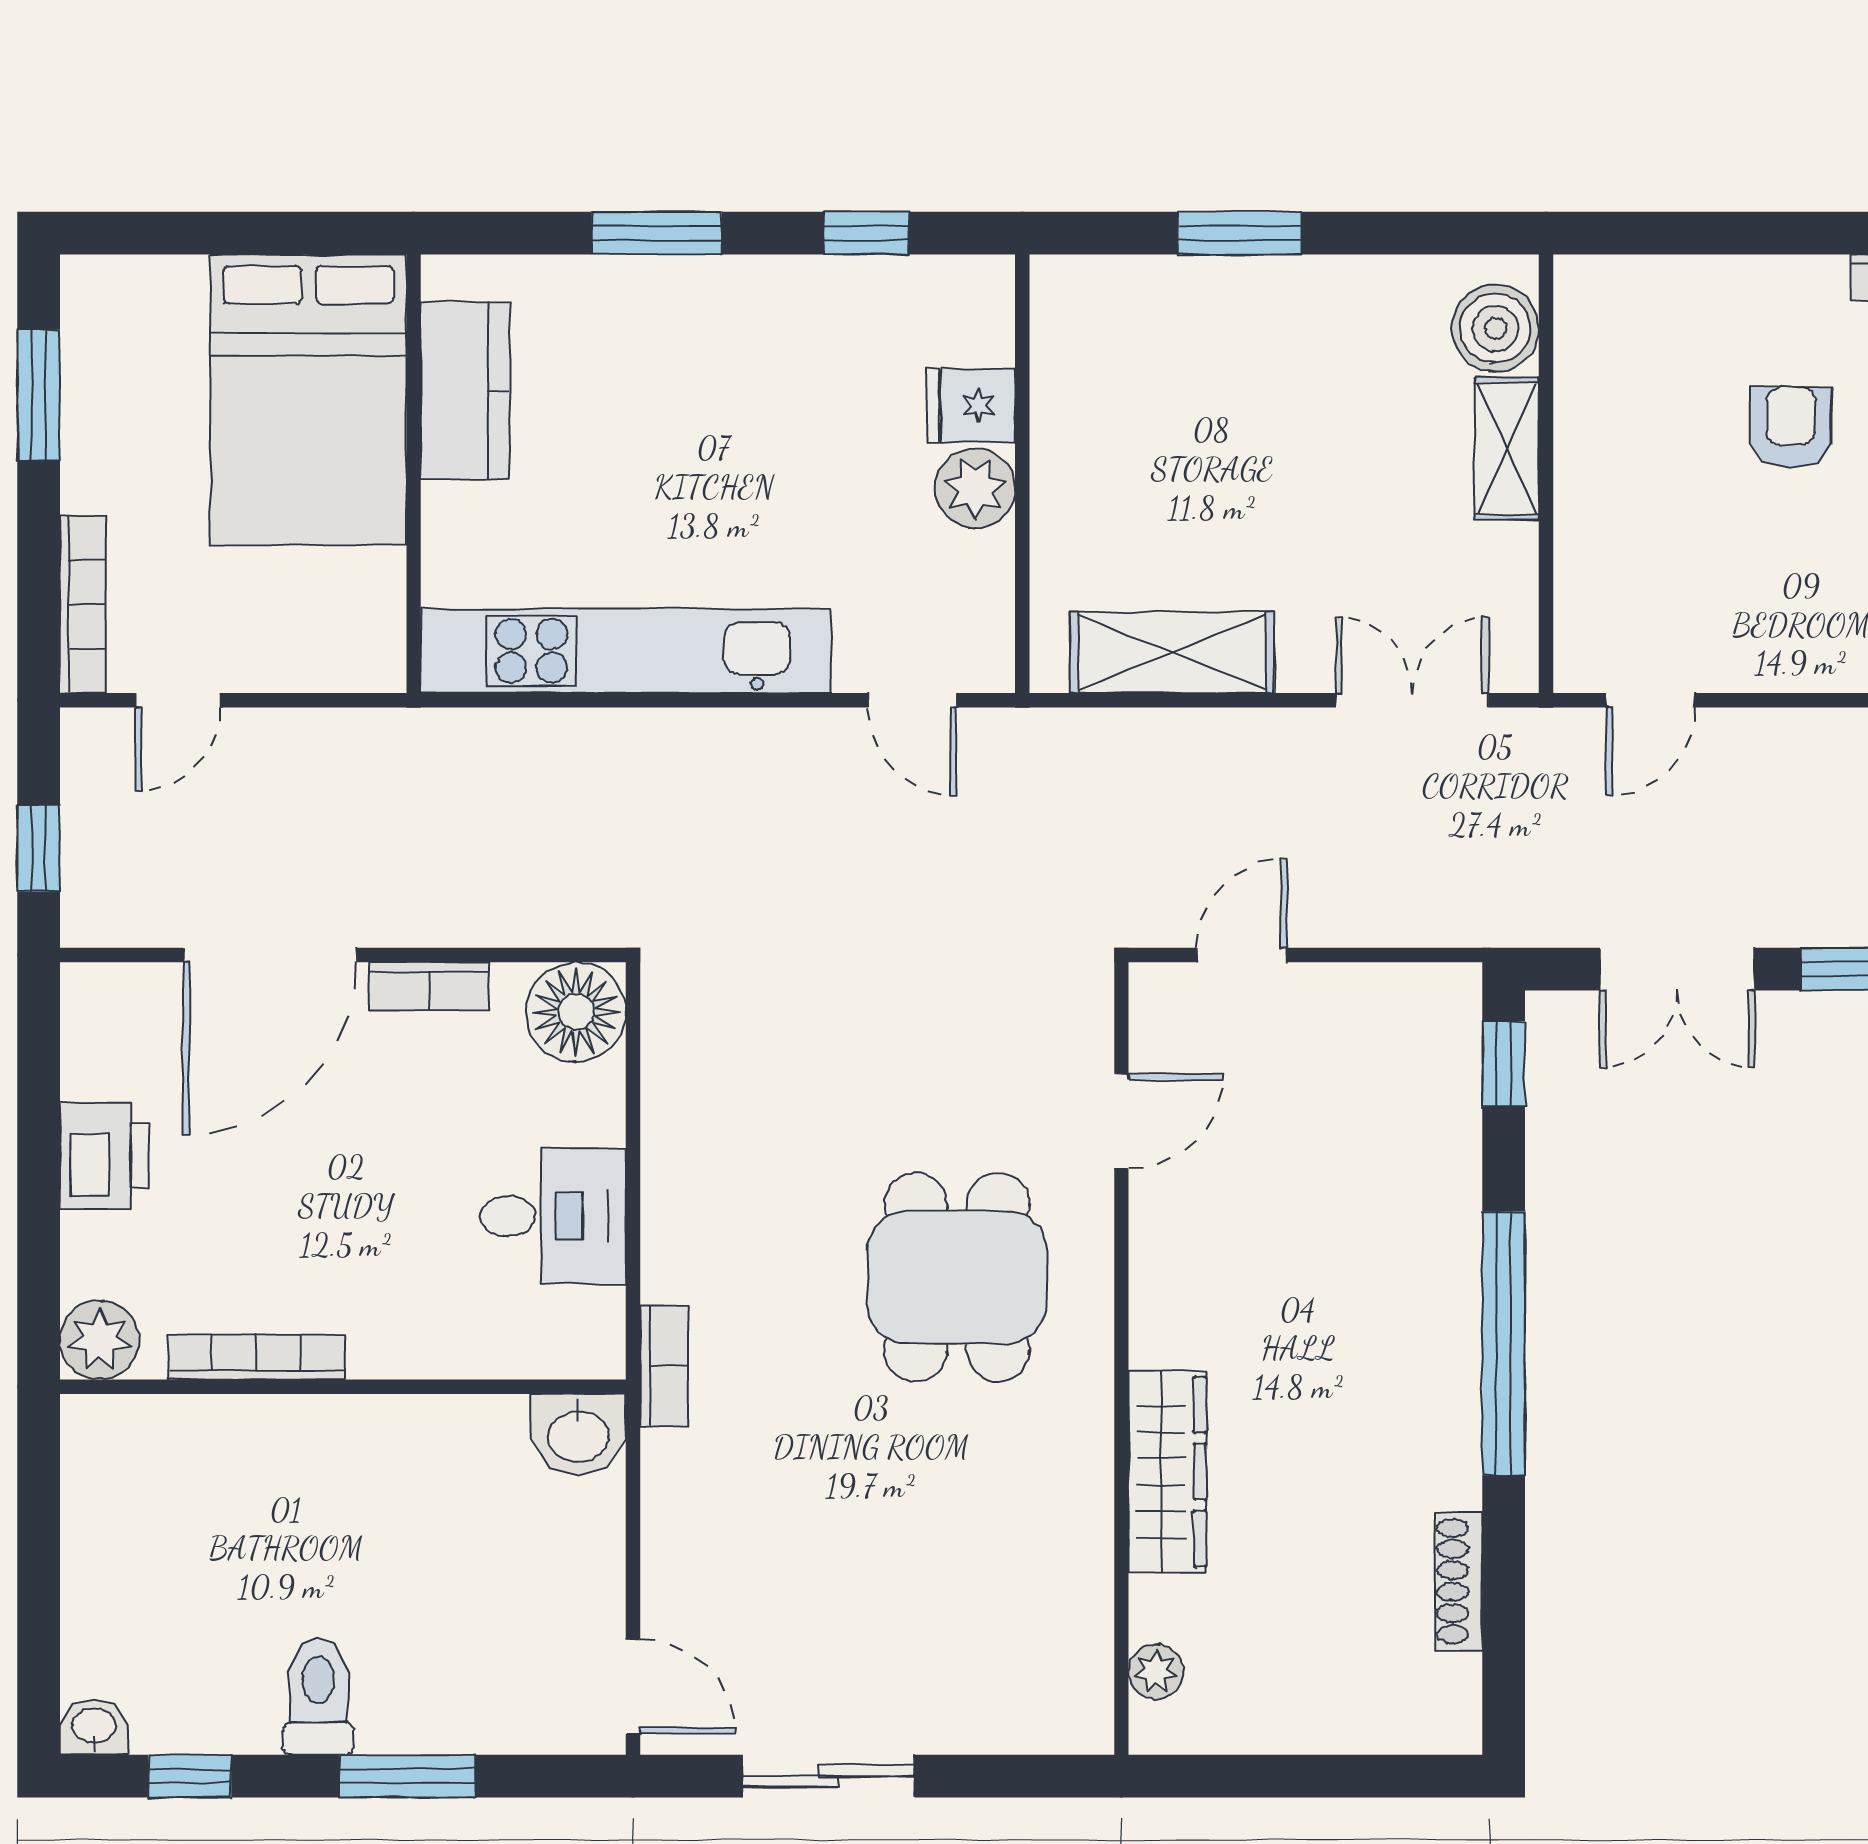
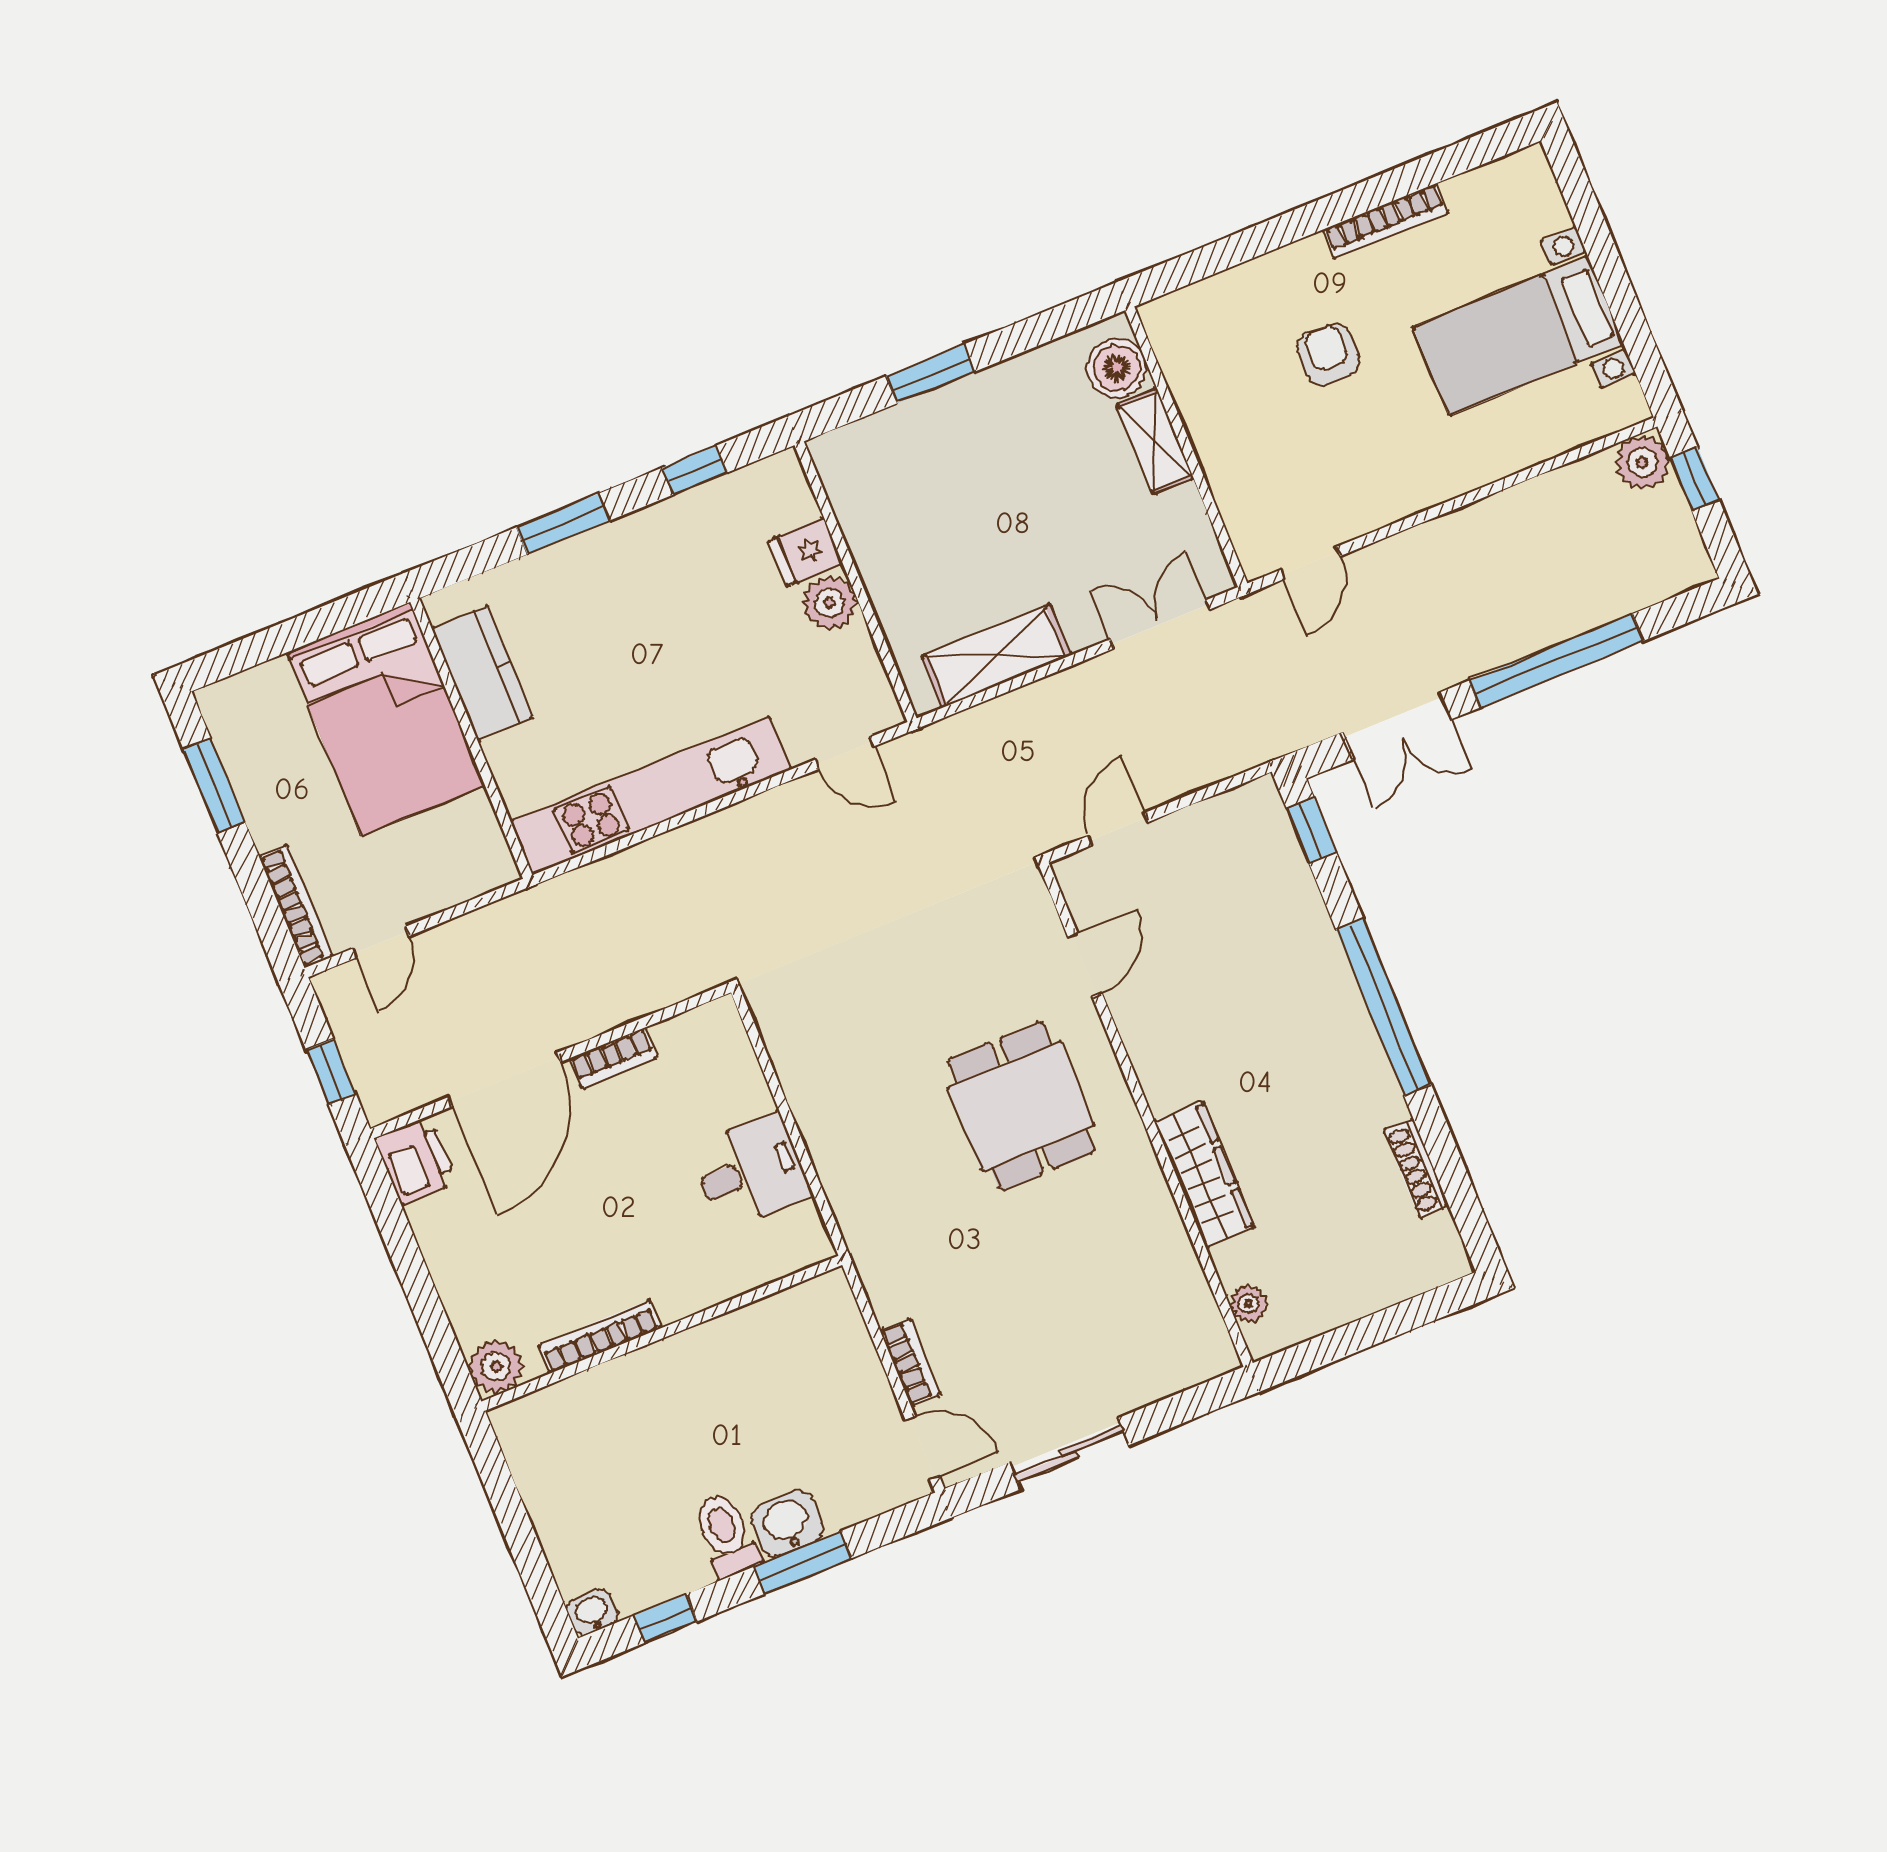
floor lamp: (576, 1012) -> (712, 1037), removed
printer: (104, 1156) -> (415, 1161), moved
bookcase: (664, 1366) -> (910, 1362), moved
washbasin: (578, 1434) -> (787, 1523), moved, turned 180

